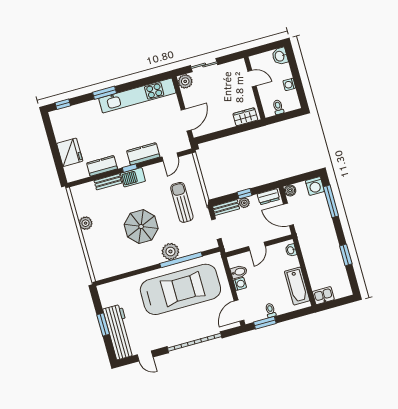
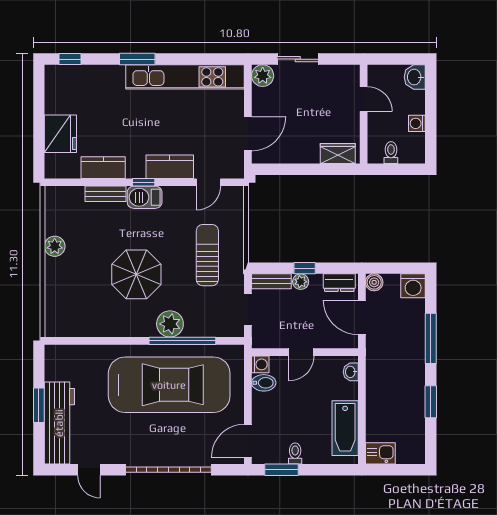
window: (331, 201) -> (431, 338), moved
washing machine: (240, 284) -> (260, 364), moved

